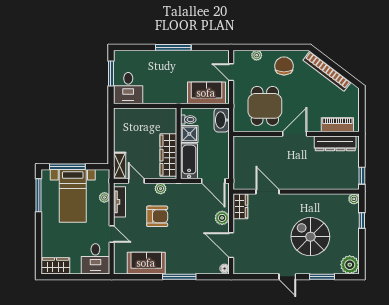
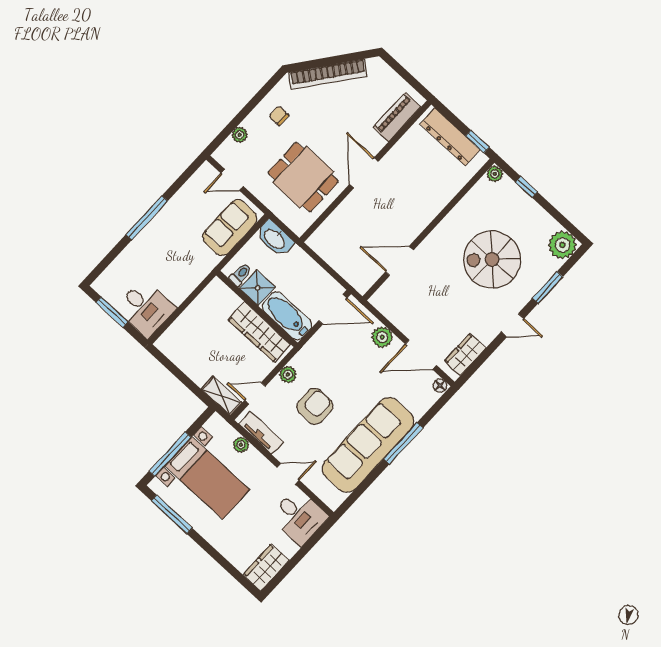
chair: (284, 66) -> (279, 116), width x0.54, depth x0.54
dresser: (335, 143) -> (450, 137), moved, turned 90
wardrobe: (240, 206) -> (465, 355), moved, turned -90
sofa: (146, 263) -> (368, 445), width x1.85, depth x1.27

